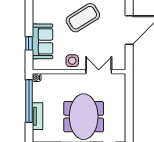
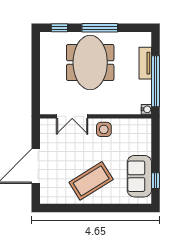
sofa: (43, 41) -> (139, 176), moved
window: (29, 43) -> (156, 181), moved

